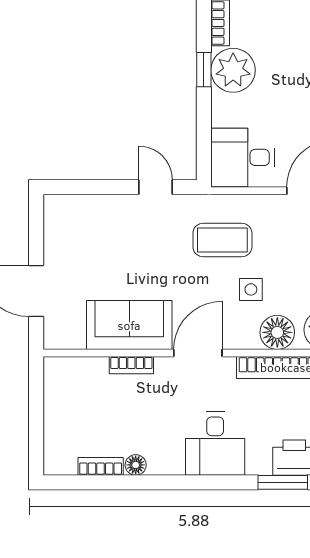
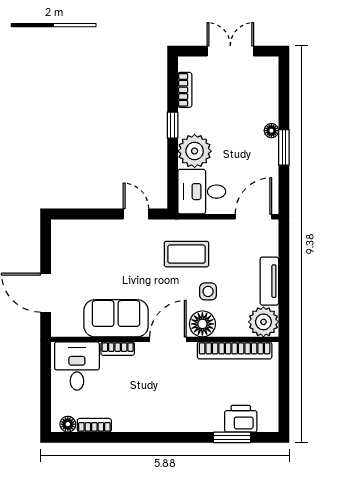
plant: (233, 70) -> (195, 151), moved
floor lamp: (277, 332) -> (202, 324), moved
desk: (215, 444) -> (77, 366), moved, turned 180
floor lamp: (136, 465) -> (68, 424), moved

